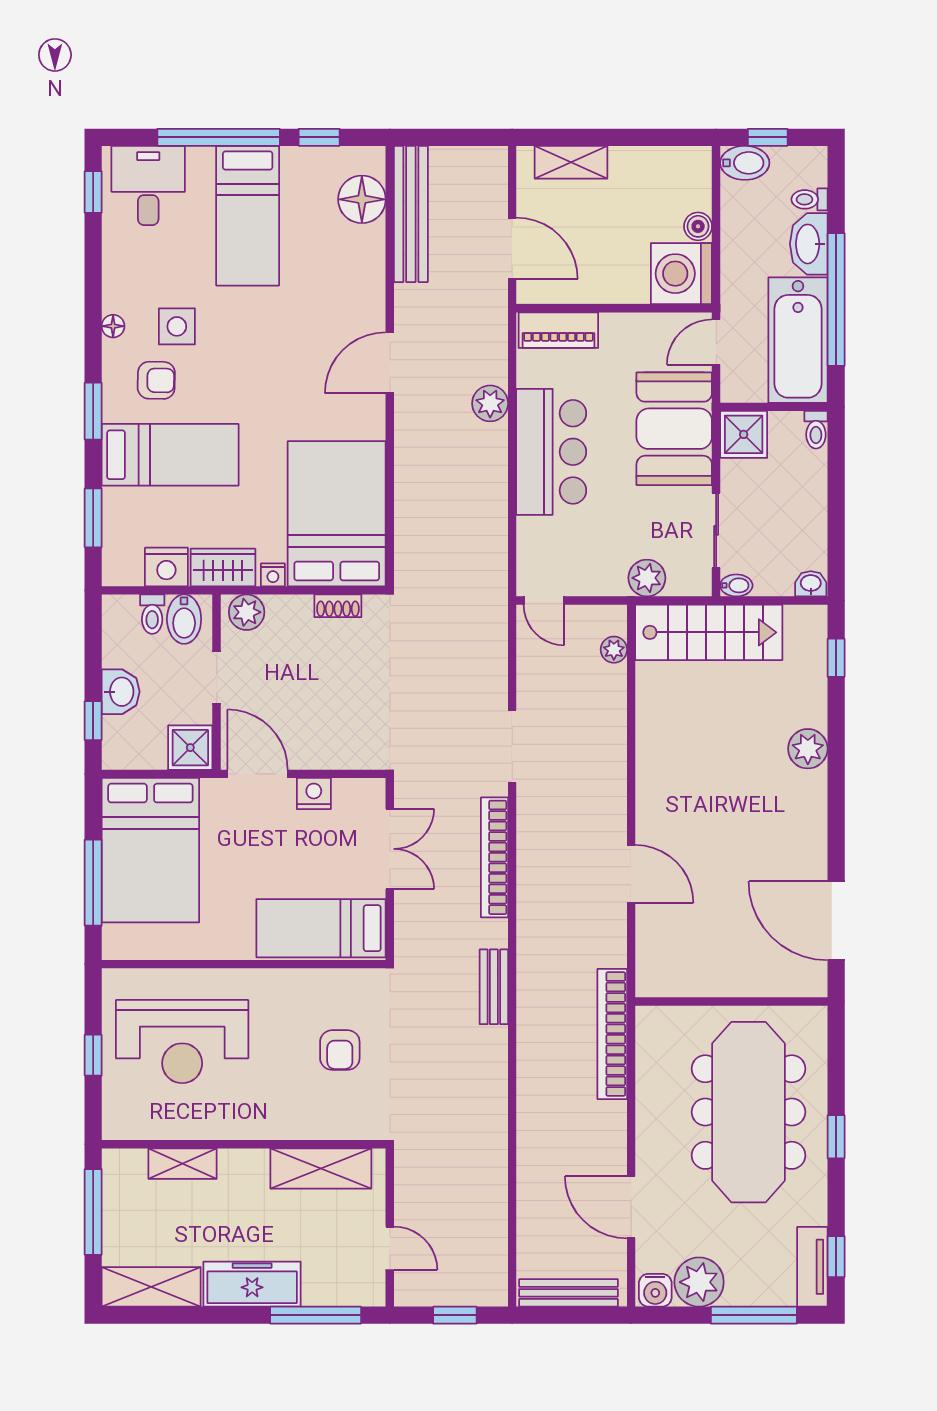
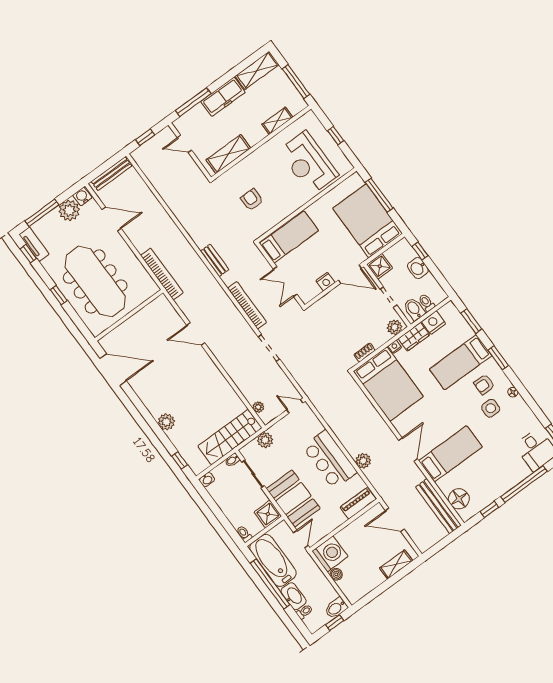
bed: (248, 216) -> (450, 454), moved, turned 90
reception desk: (182, 1042) -> (308, 163), turned -90

